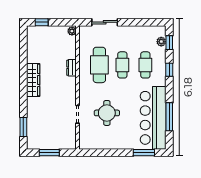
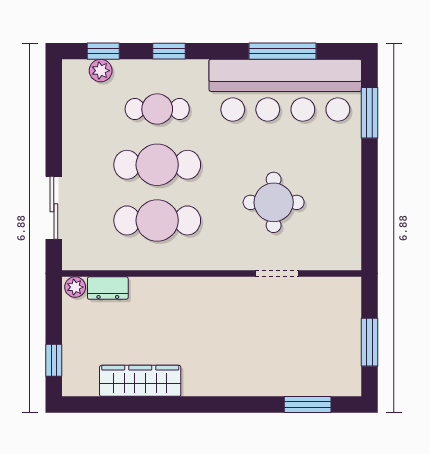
cafe table: (122, 65) -> (157, 165), width x1.37, depth x1.35
dresser: (71, 68) -> (108, 288), moved
wardrobe: (33, 80) -> (140, 381), moved

